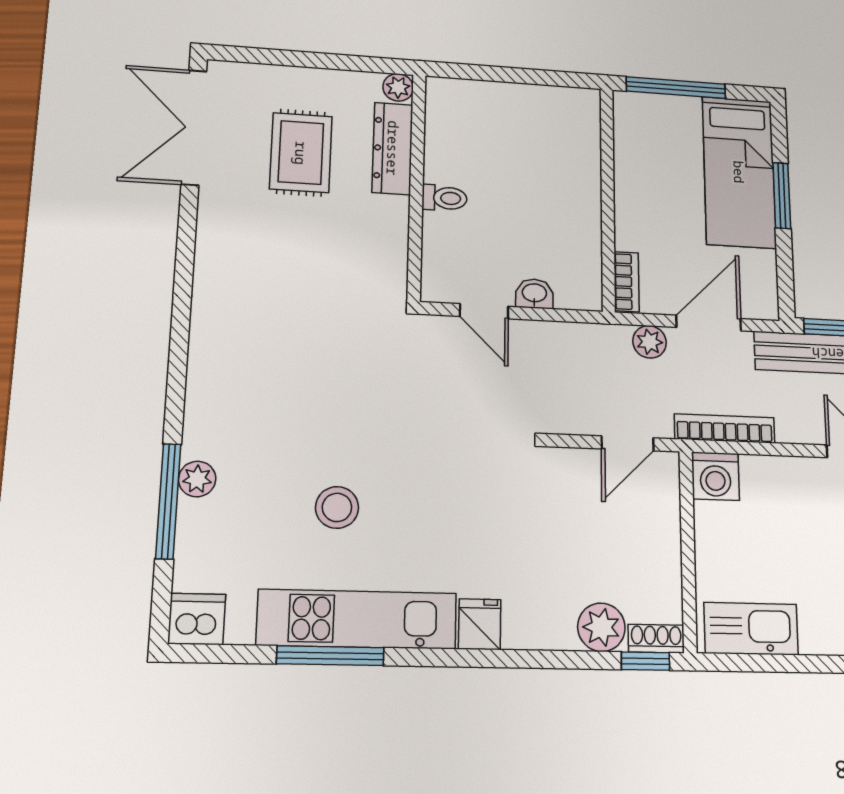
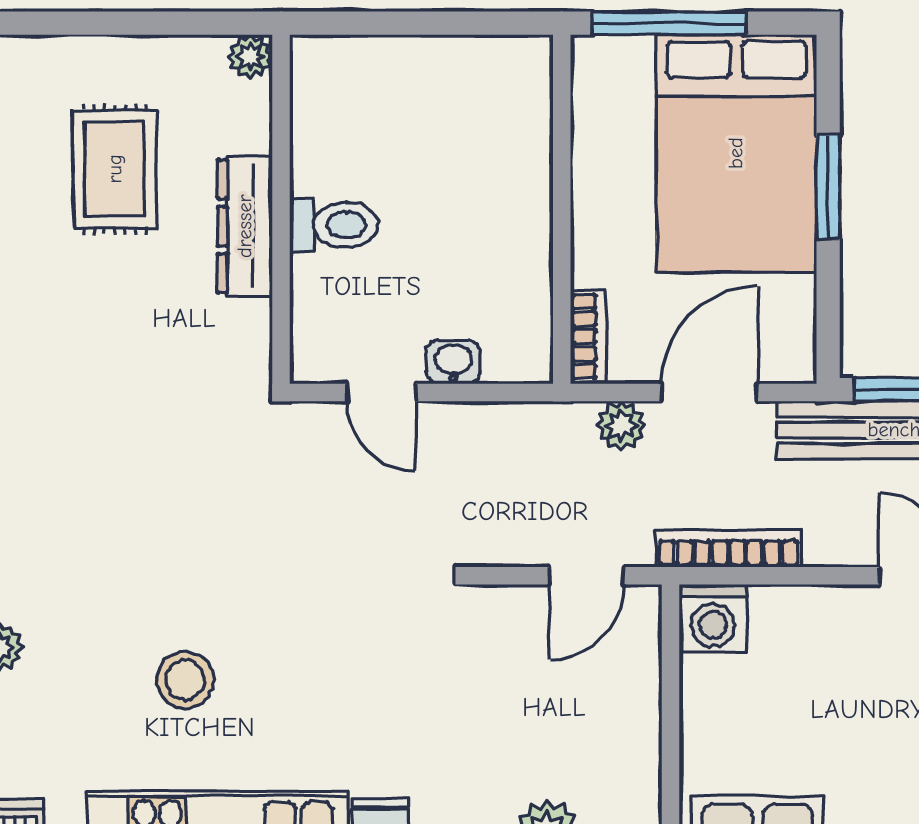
dresser: (393, 148) -> (245, 226), moved
bed: (739, 172) -> (736, 153), width x1.50
toilet: (444, 198) -> (334, 225), width x1.37, depth x1.39

